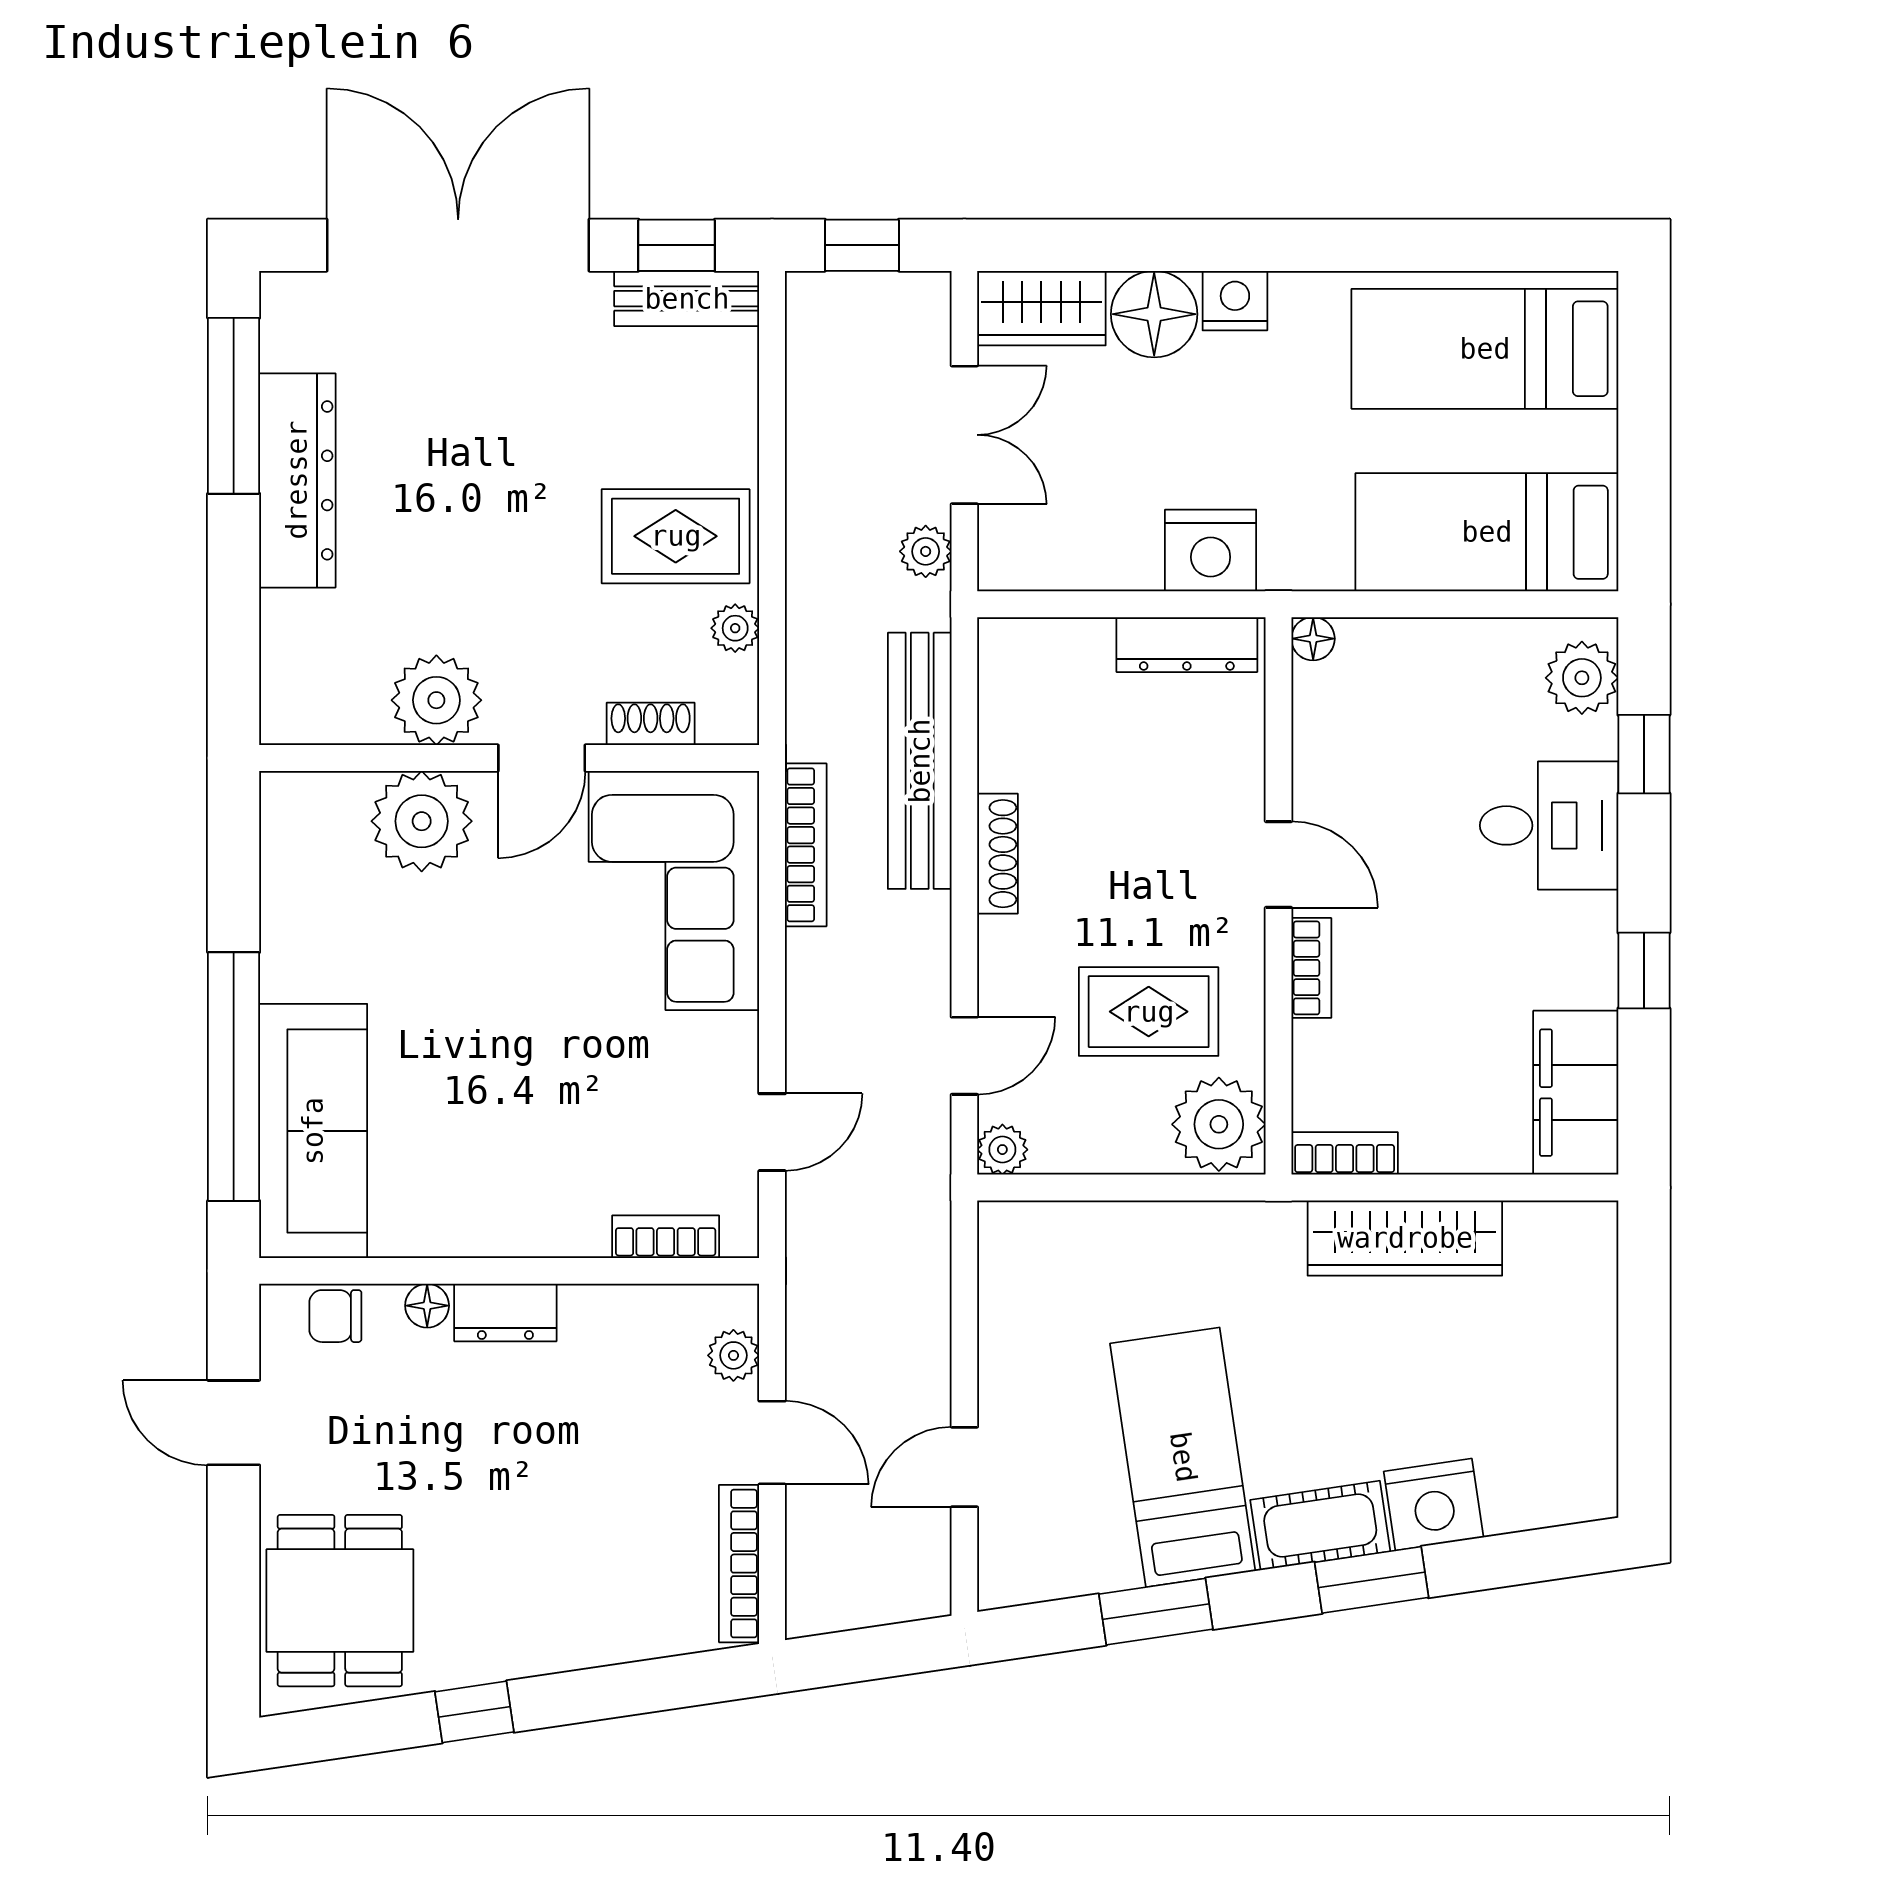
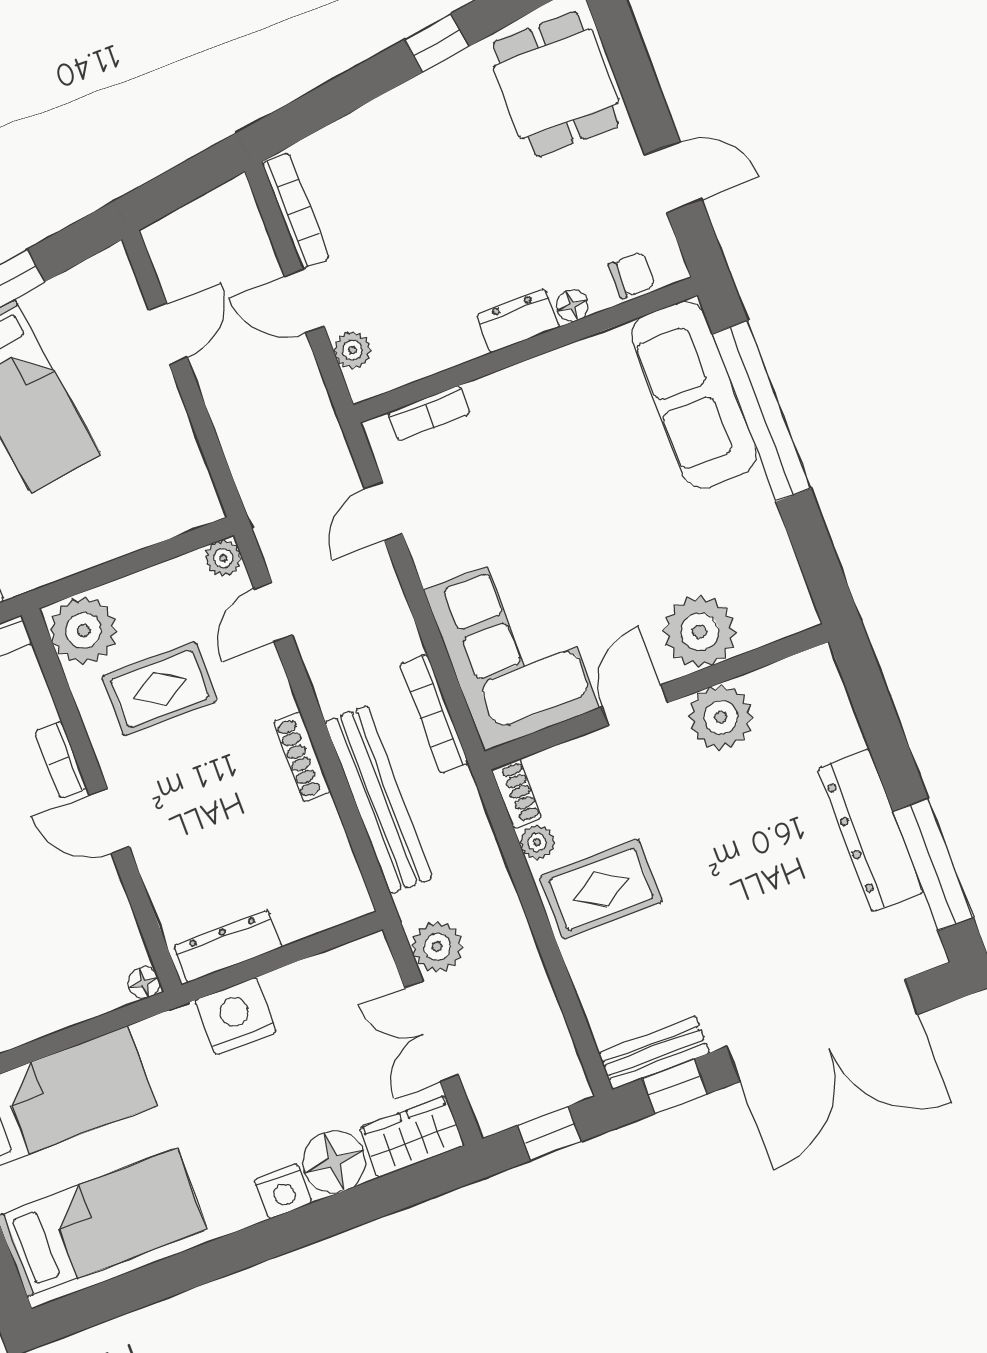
plant: (926, 551) -> (437, 947), width x1.38, depth x1.38
shoe rack: (651, 724) -> (517, 793), moved, turned -90

